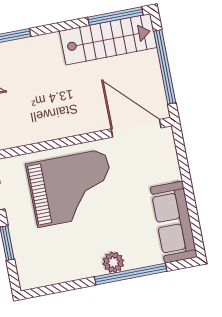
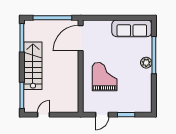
stairs: (108, 39) -> (33, 66), moved
grand piano: (72, 188) -> (105, 77), width x0.73, depth x0.68

